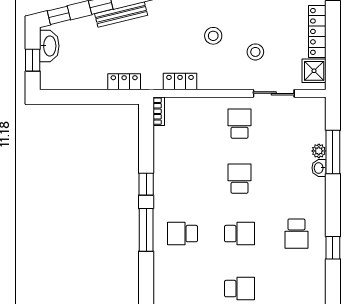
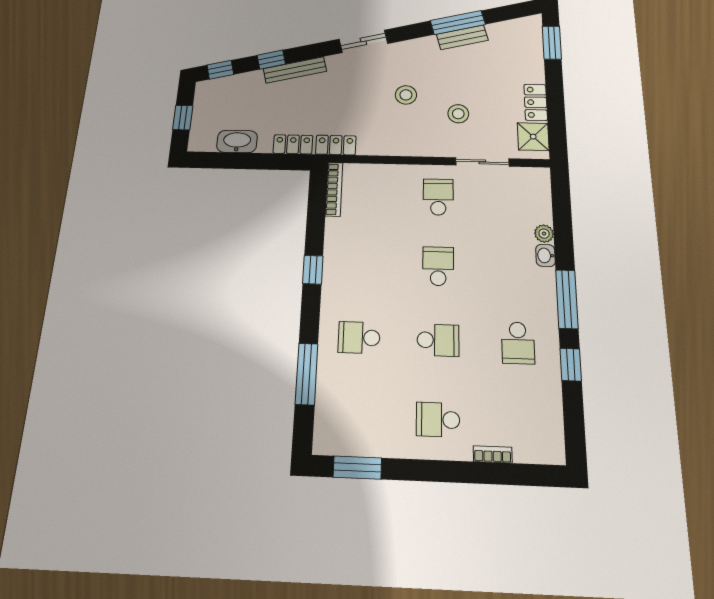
locker: (317, 31) -> (536, 102), width x0.66
washbasin: (49, 46) -> (237, 141), moved, turned -90
locker: (180, 82) -> (336, 145), moved
bookcase: (159, 111) -> (334, 189), width x1.56
window: (333, 152) -> (567, 299), moved
window: (146, 230) -> (307, 374), moved
school desk: (239, 289) -> (438, 420), turned 180

